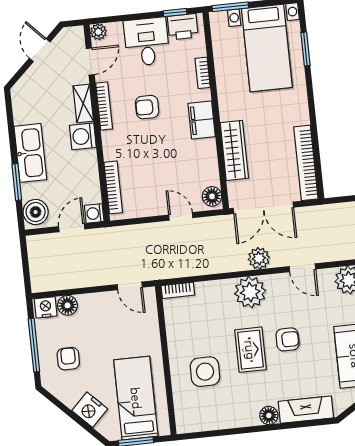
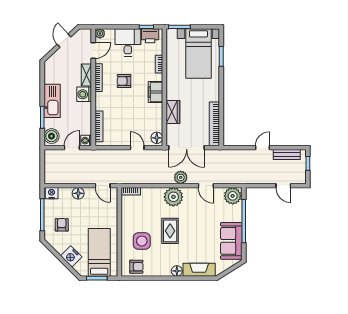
wardrobe: (234, 150) -> (173, 112), width x0.67
floor lamp: (67, 305) -> (78, 193), moved
armchair: (288, 339) -> (136, 267), moved

